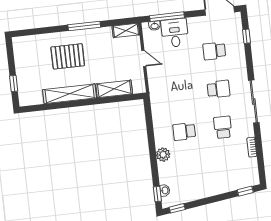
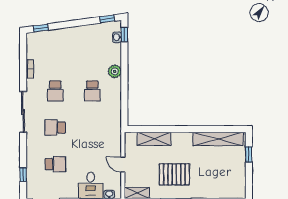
pallet: (68, 56) -> (174, 174), moved
shelving: (70, 94) -> (218, 139), moved
school desk: (184, 132) -> (92, 91), turned 90

